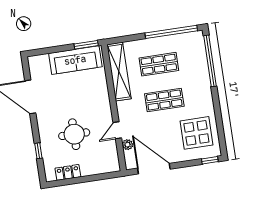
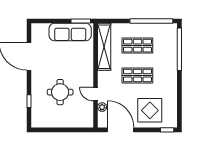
door: (117, 130) -> (95, 94), hinge flipped
display table: (196, 133) -> (150, 110), moved
locker: (68, 172) -> (50, 122), removed

